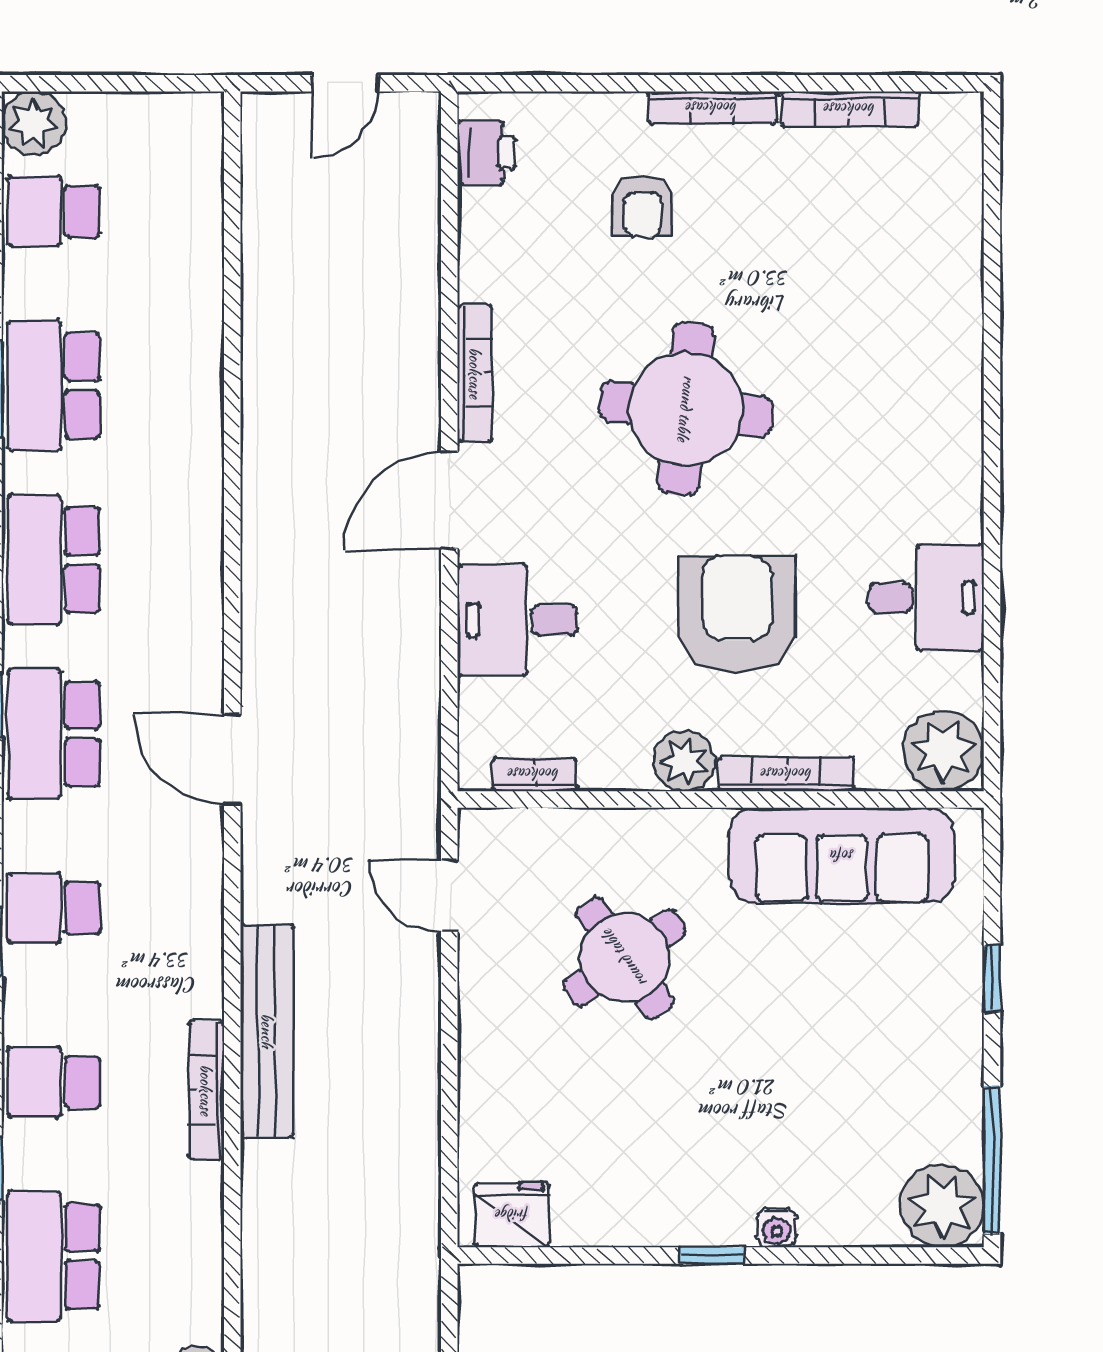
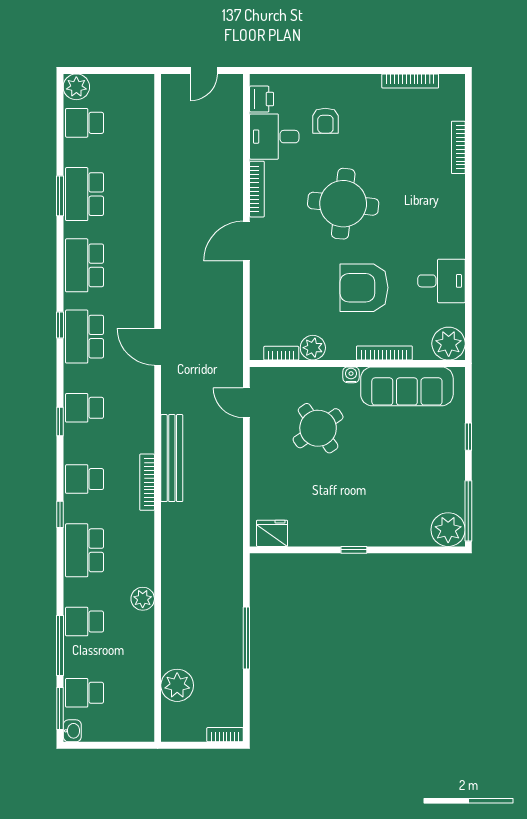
bookcase: (712, 108) -> (458, 147), moved, turned 90
armchair: (737, 614) -> (364, 288), turned -90
desk: (517, 620) -> (274, 137), moved
plant: (684, 761) -> (313, 348), moved
water cooler: (777, 1228) -> (351, 375), moved, turned 180

